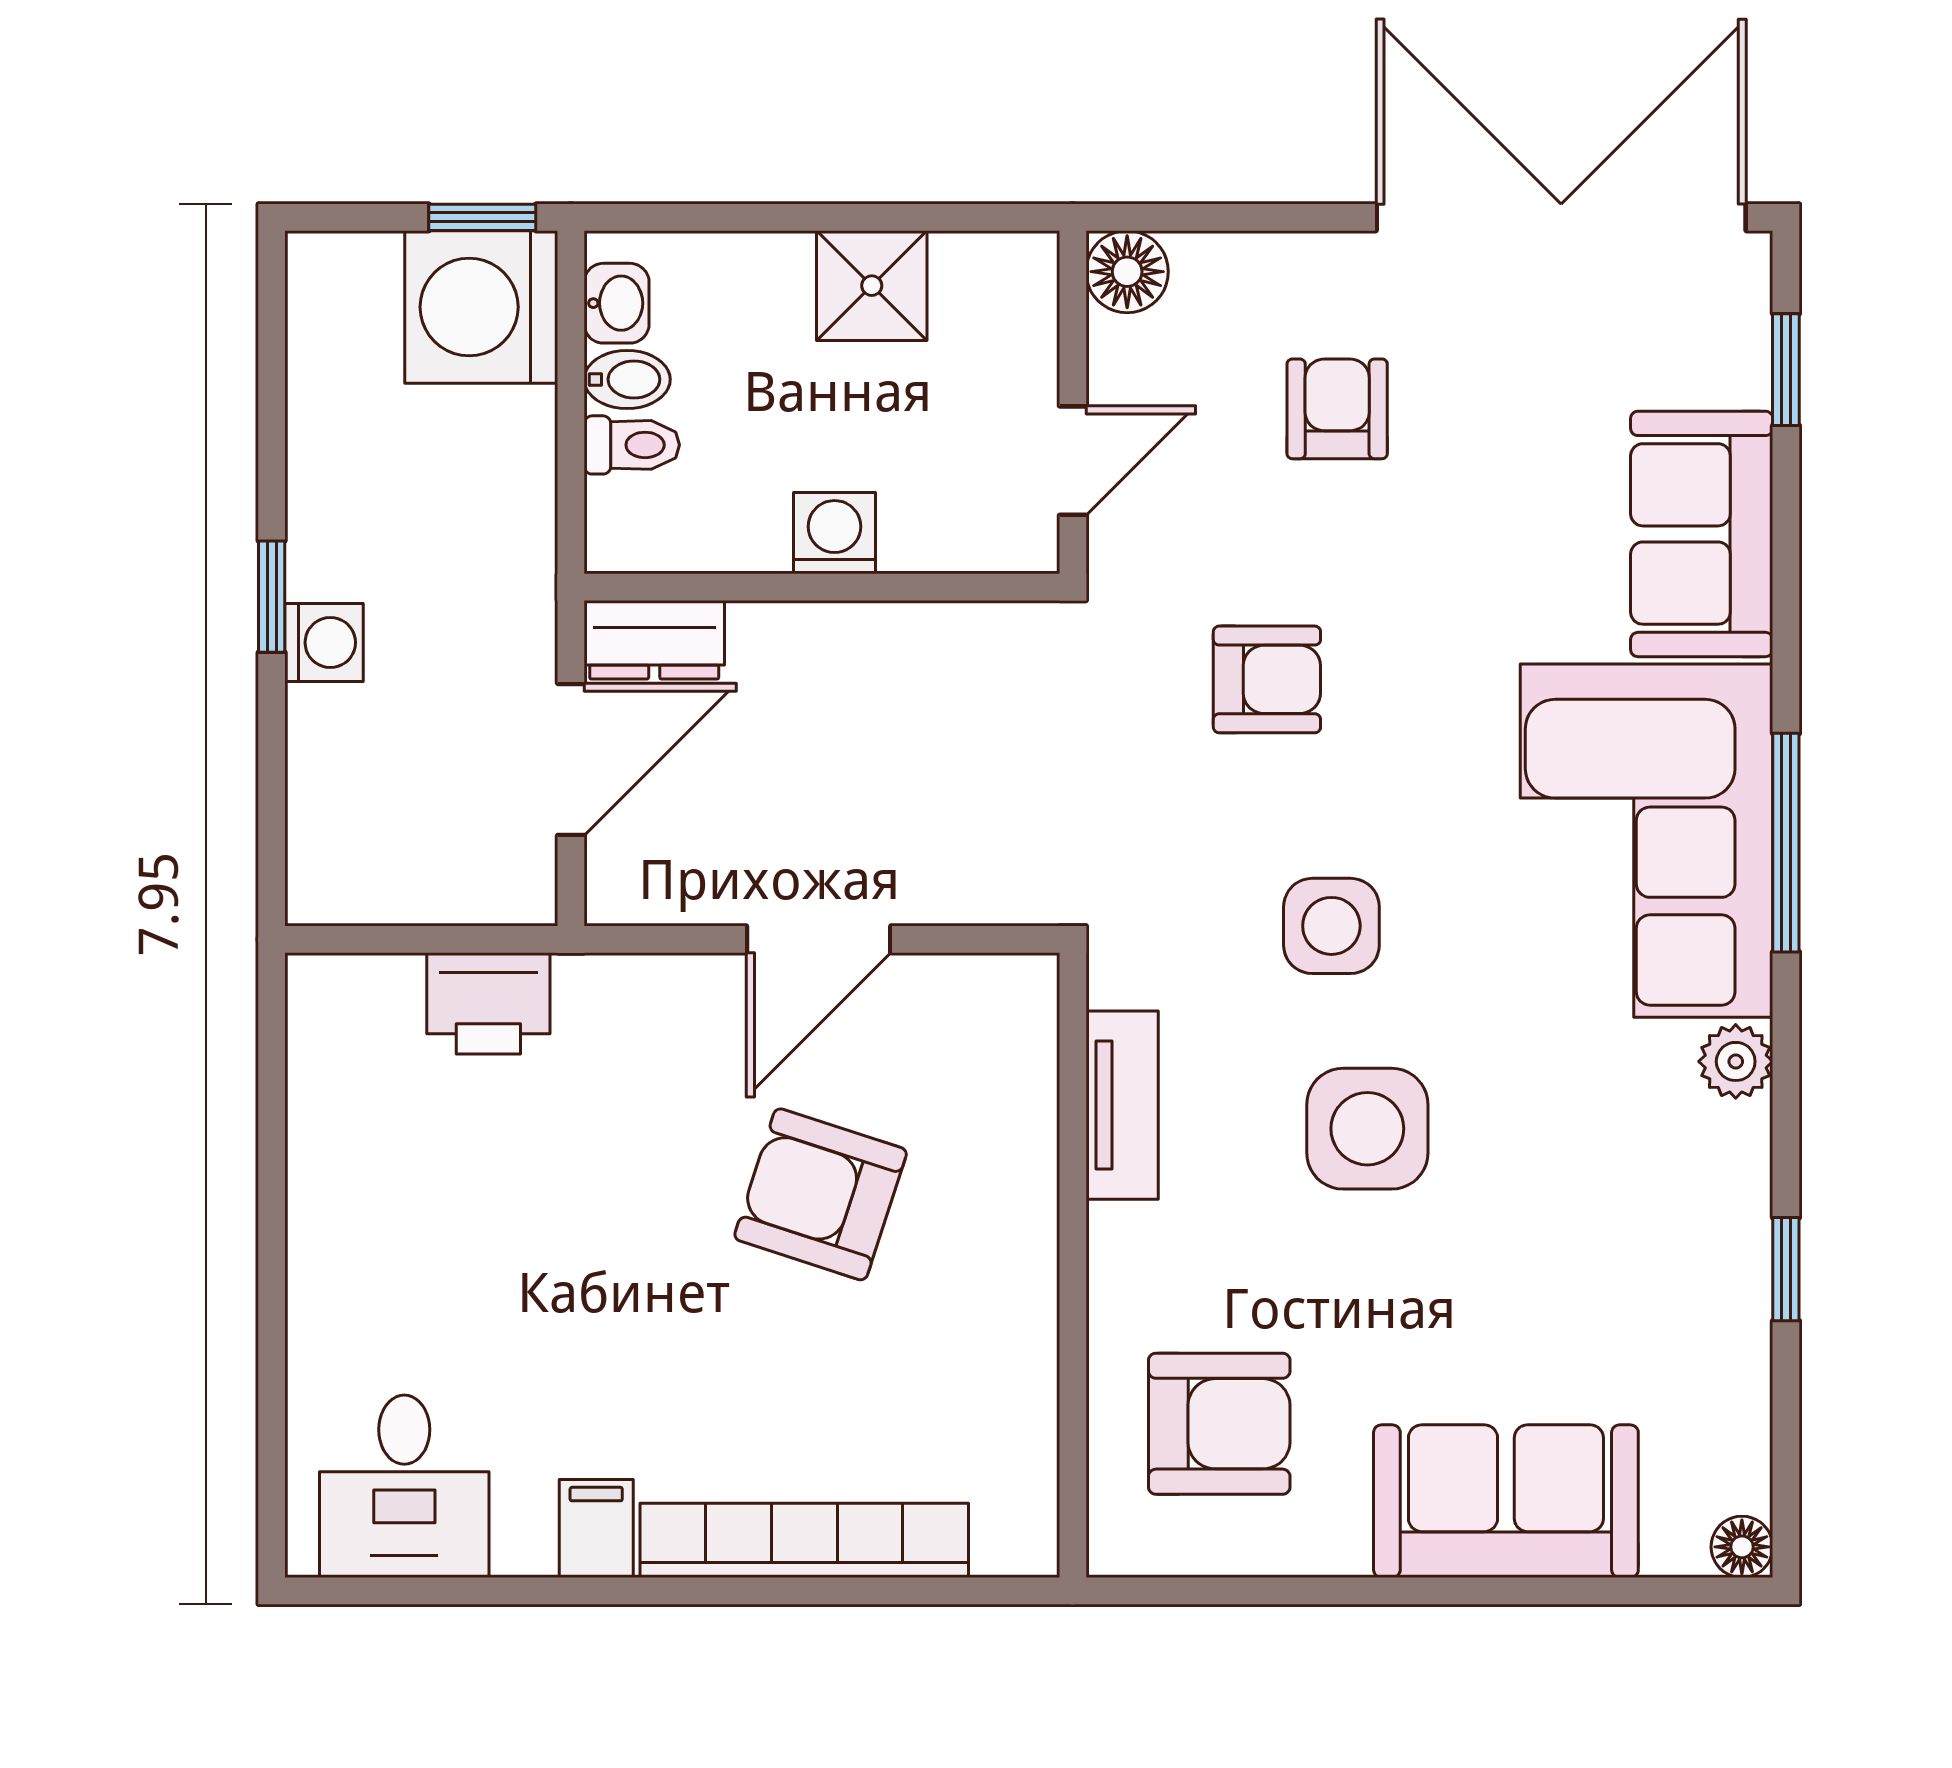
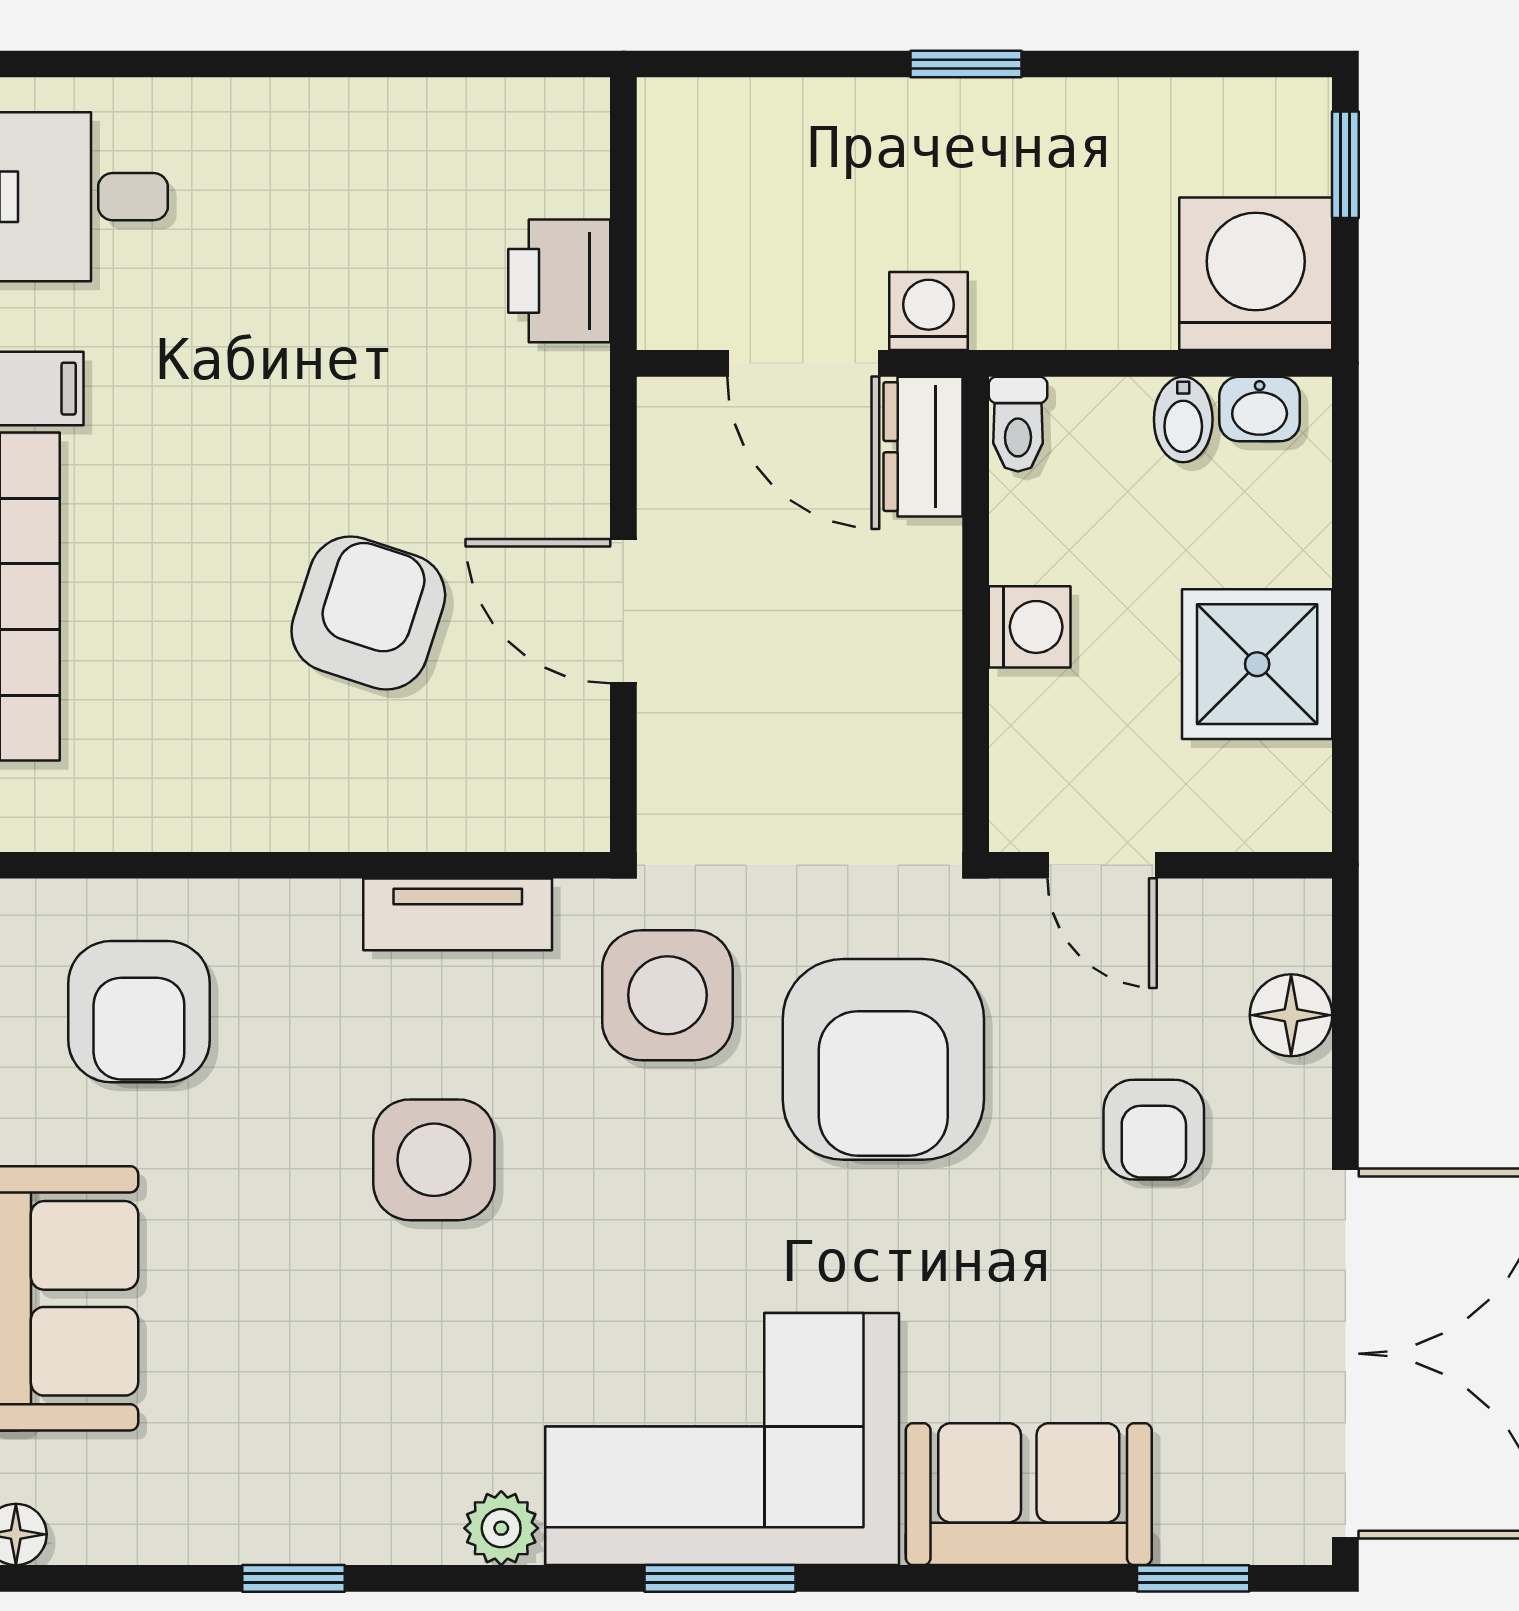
window: (482, 217) -> (1345, 165), moved
floor lamp: (1127, 272) -> (1291, 1015), moved
shower: (872, 286) -> (1257, 664), width x1.36, depth x1.36
armchair: (1337, 409) -> (1154, 1130), turned 90
toilet: (632, 445) -> (1018, 424), moved
washing machine: (324, 643) -> (929, 311), moved, turned 180
armchair: (1267, 679) -> (883, 1059), width x1.88, depth x1.88
window: (1786, 843) -> (720, 1578), width x0.69
side table: (1331, 926) -> (667, 995), moved, width x1.37, depth x1.37

